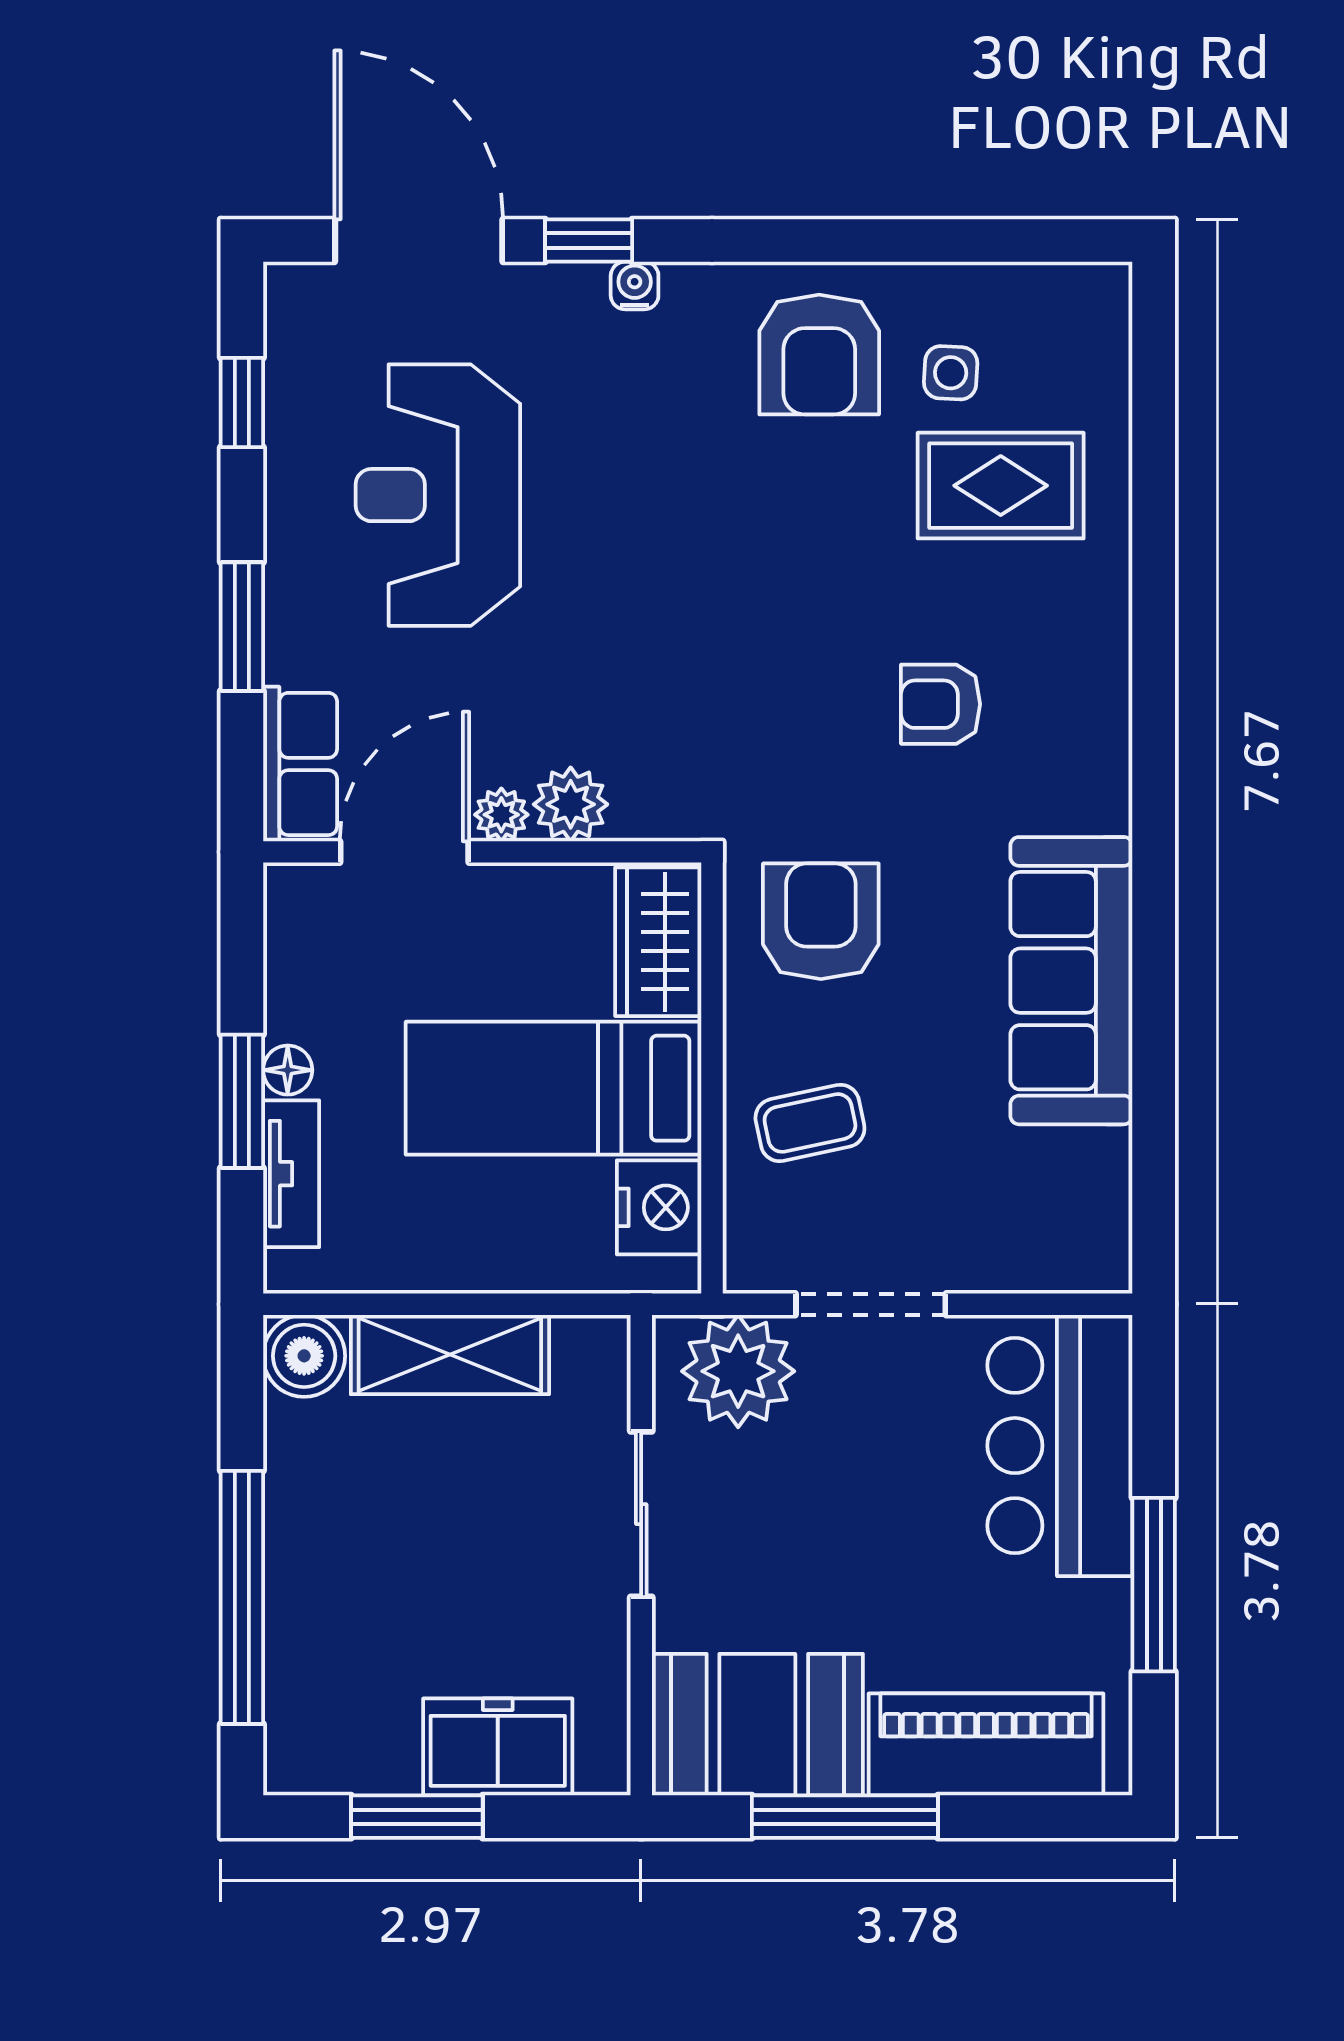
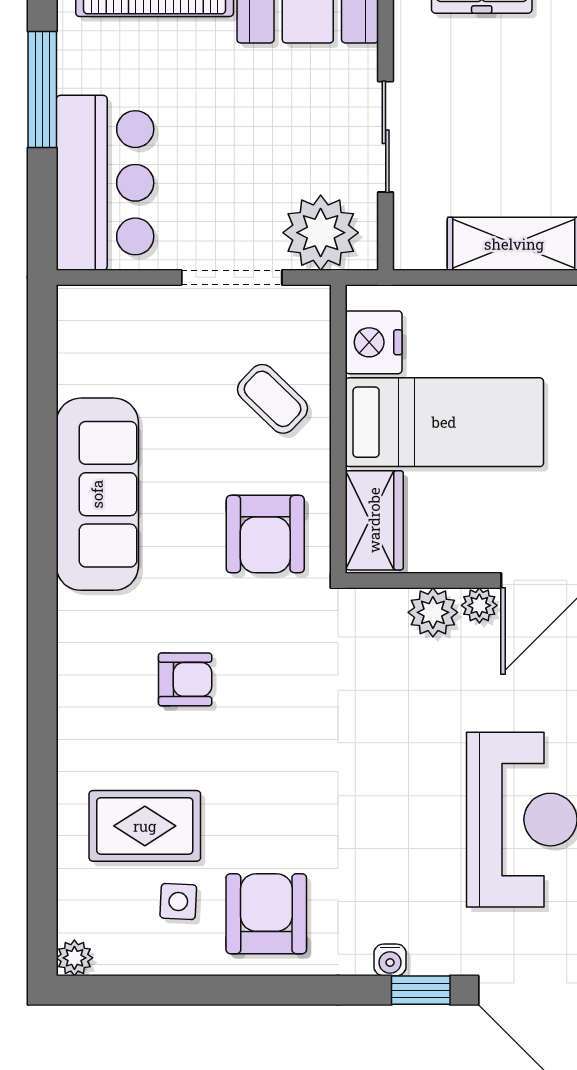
plant: (1106, 289) -> (74, 958), added
coffee table: (810, 1123) -> (273, 399), turned 56

